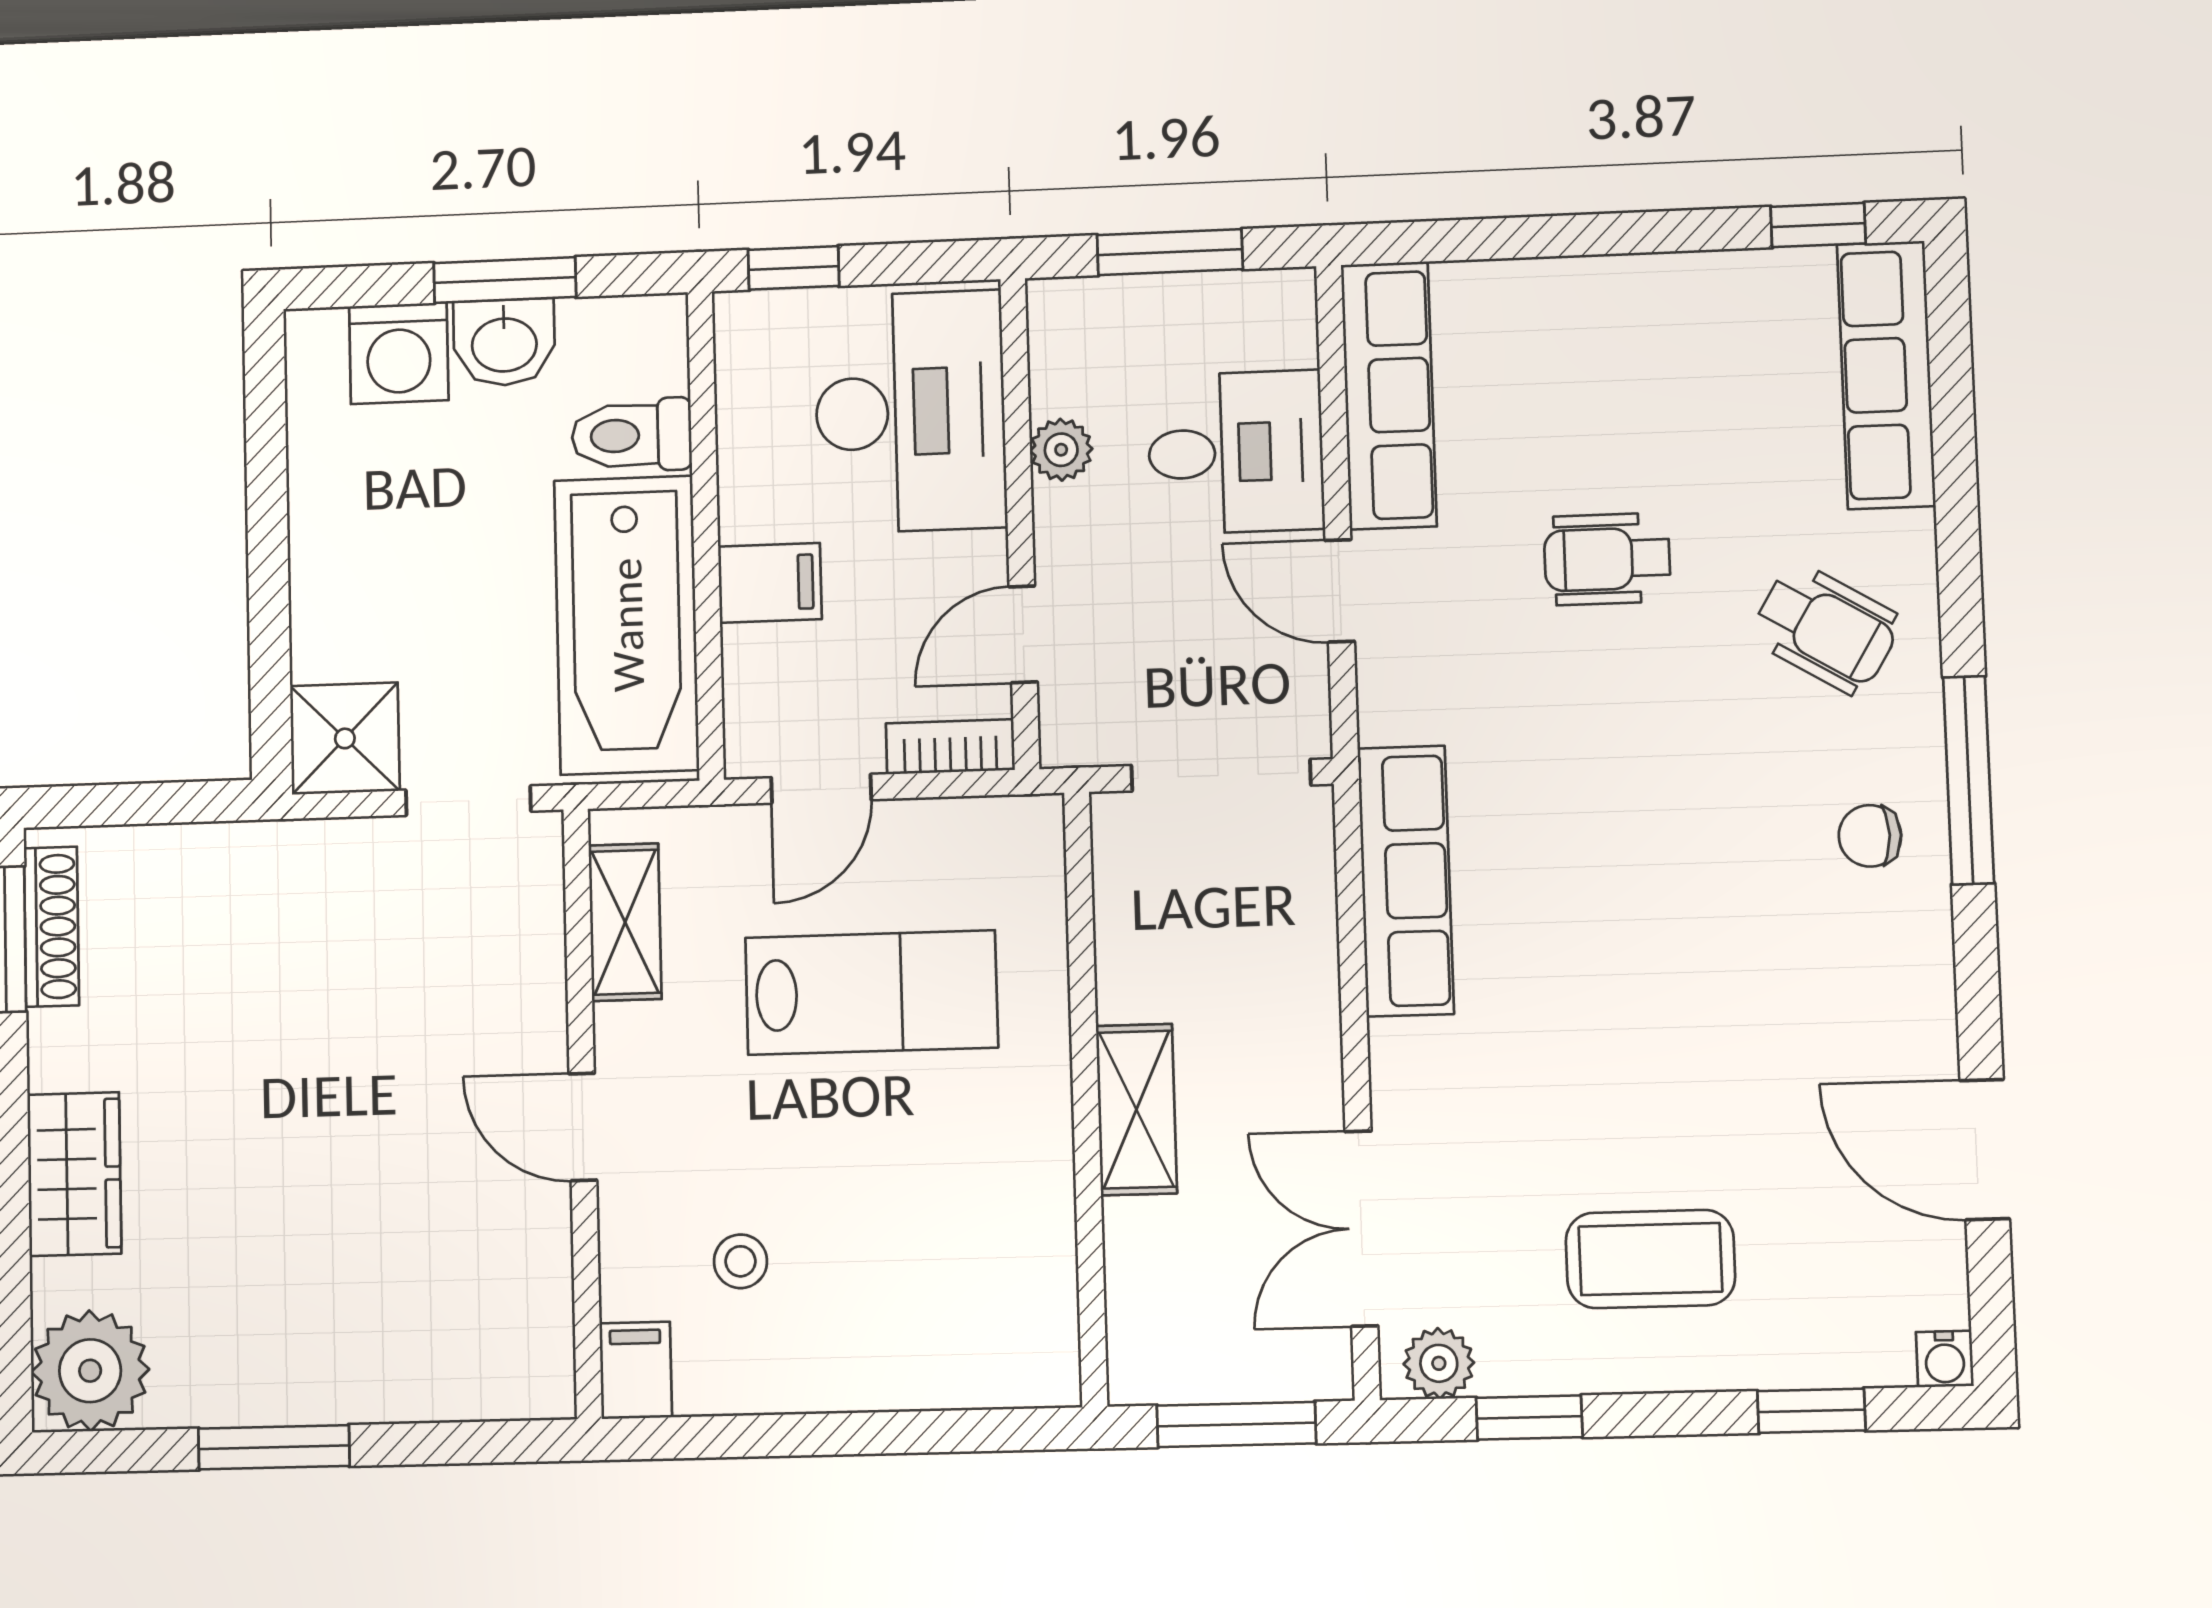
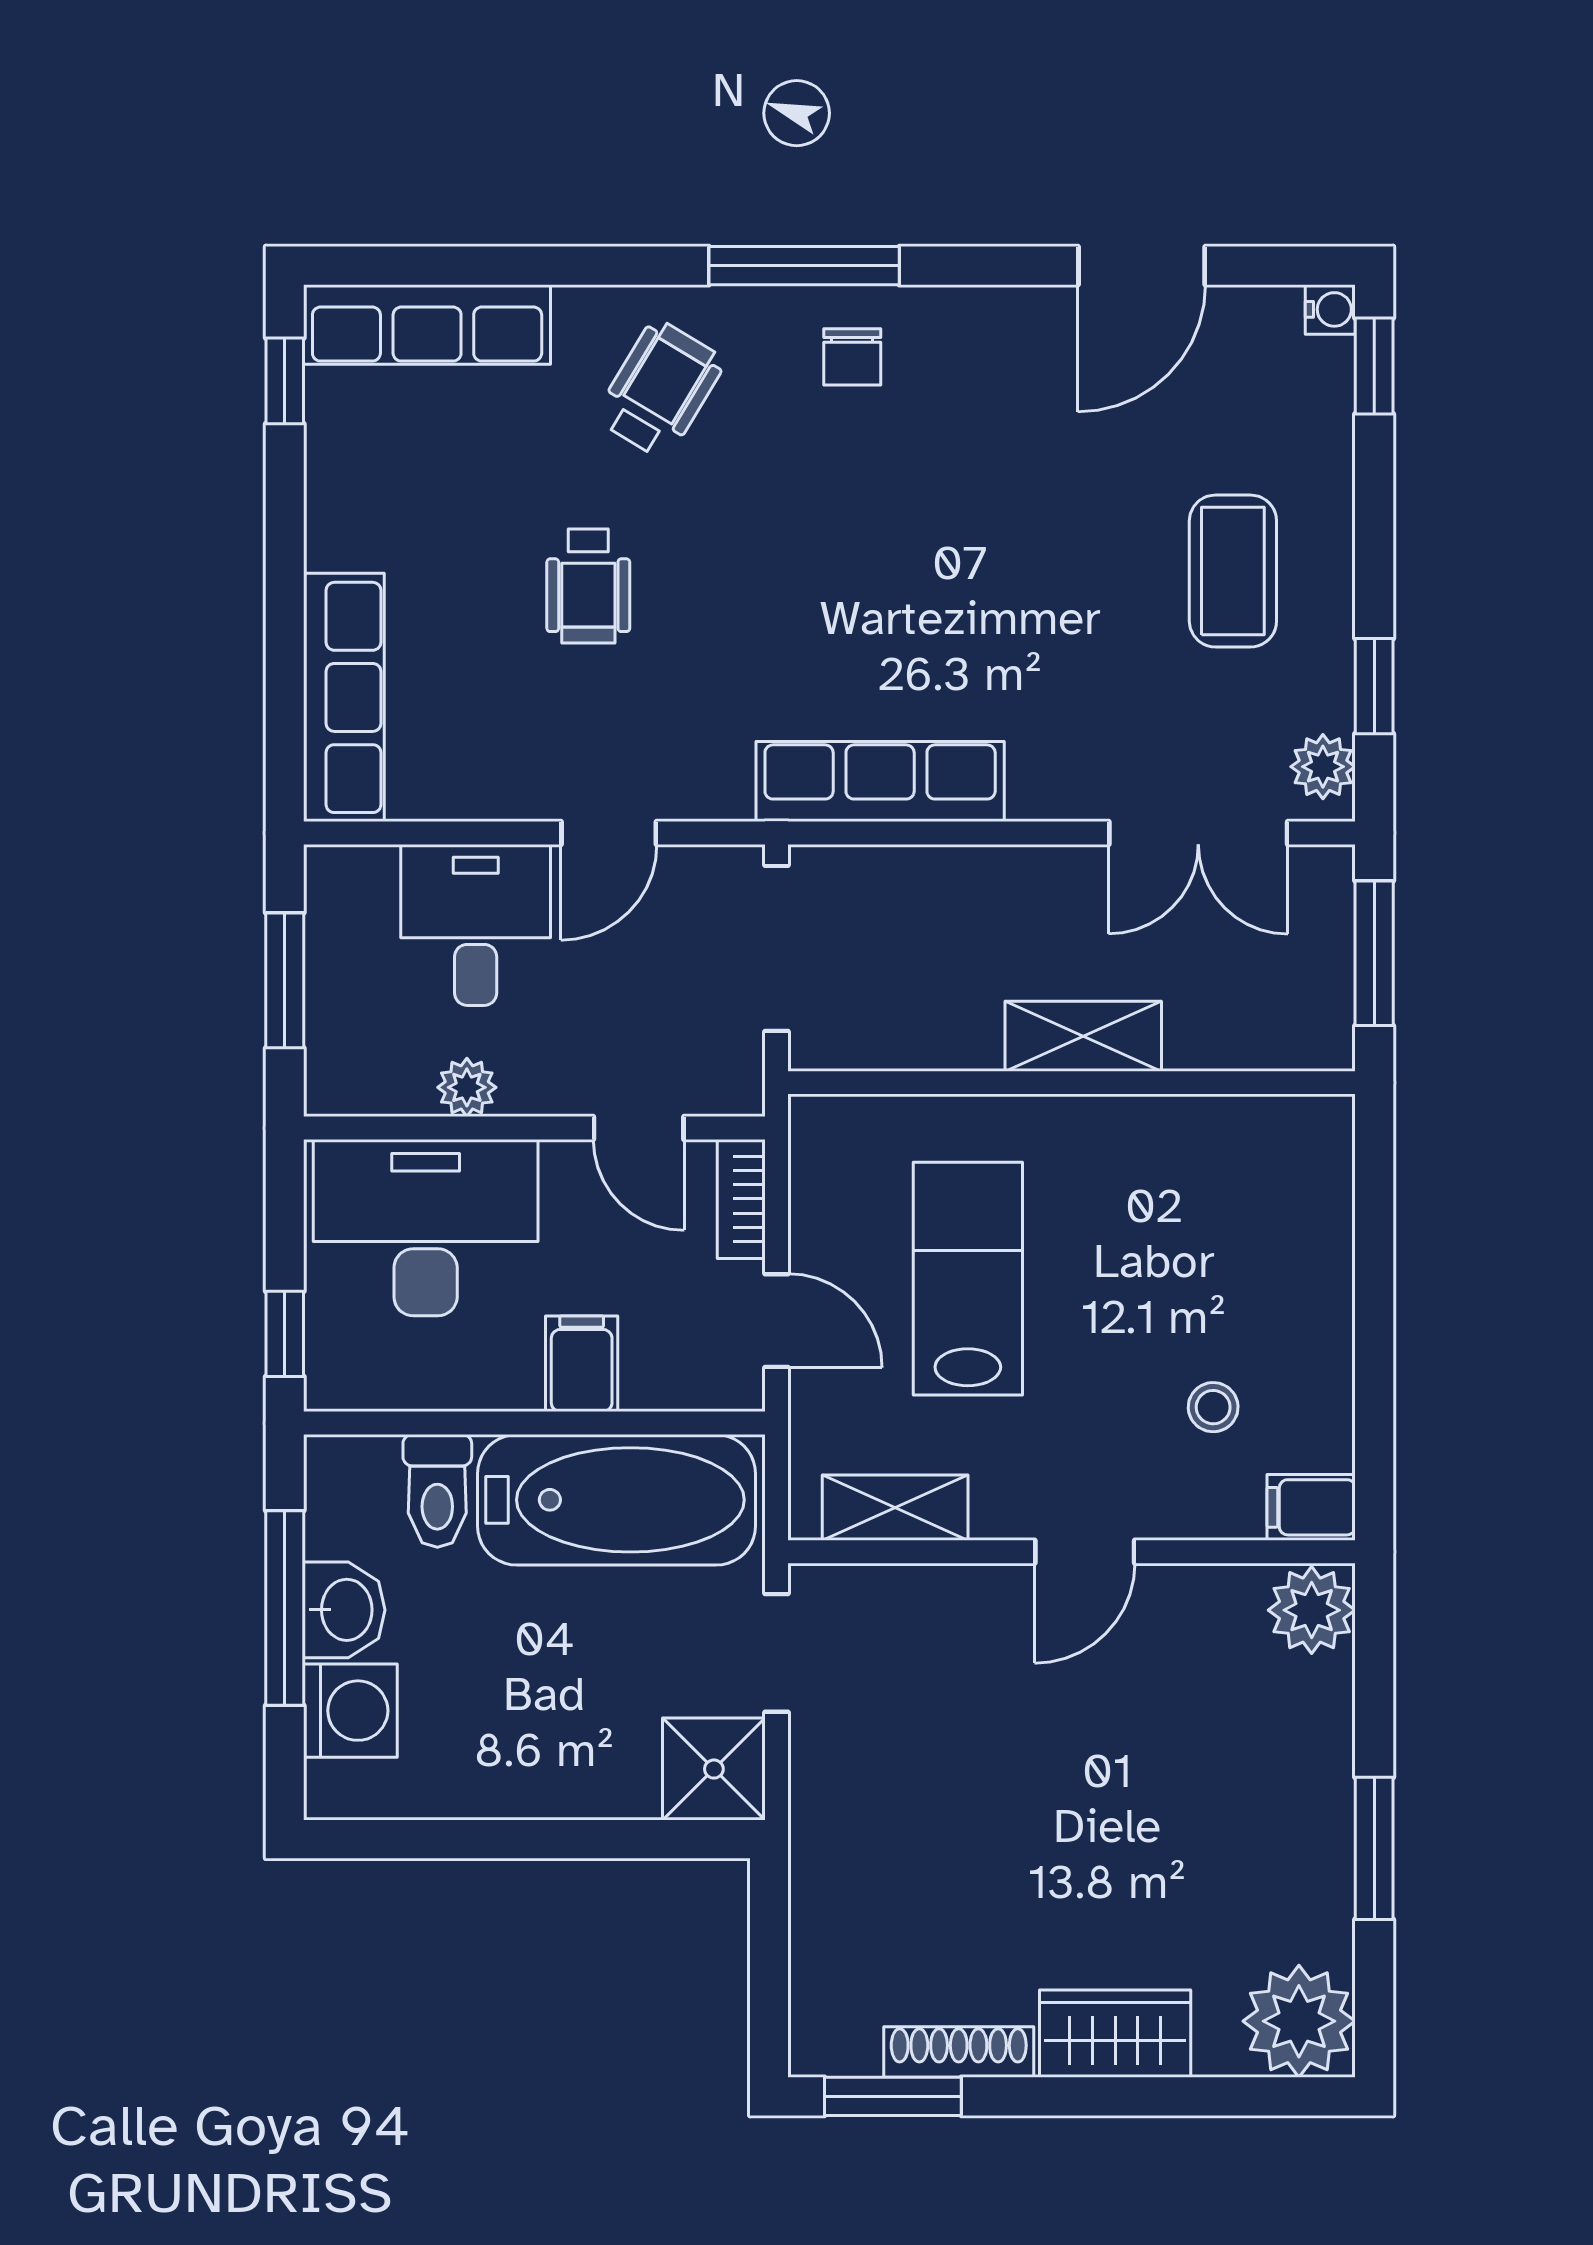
window: (505, 280) -> (285, 1608), width x1.44
row of seats: (1389, 395) -> (344, 697), moved, turned 90
shoe rack: (51, 927) -> (959, 2052), moved
plant: (526, 1374) -> (1312, 1610), added
window: (1811, 1411) -> (1374, 366), moved

